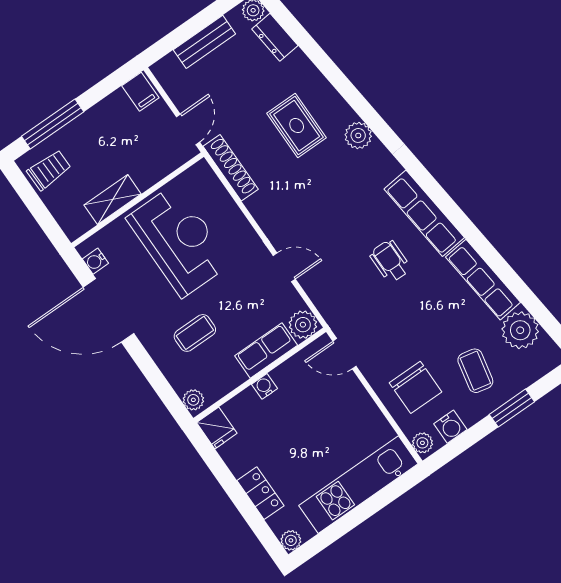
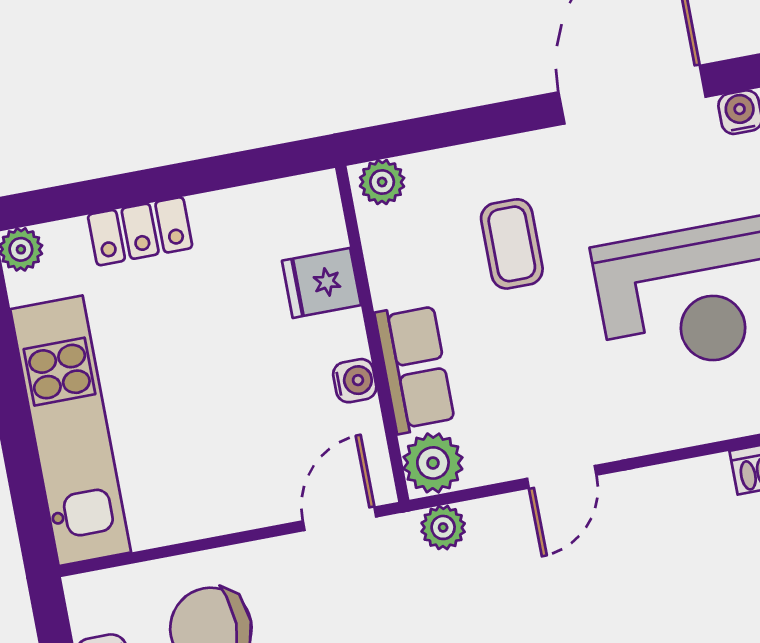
water cooler: (264, 386) -> (355, 381), moved
fridge: (217, 428) -> (321, 283), moved
plant: (422, 443) -> (443, 527), moved

